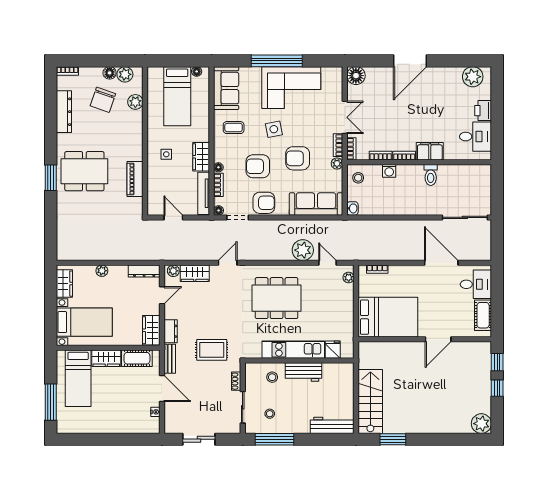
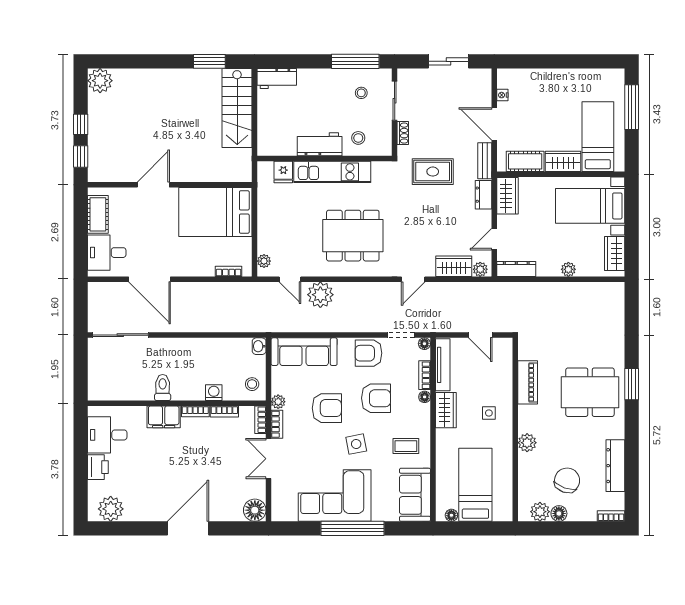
plant: (135, 102) -> (527, 443), moved
workbench: (332, 425) -> (277, 78), width x0.73

